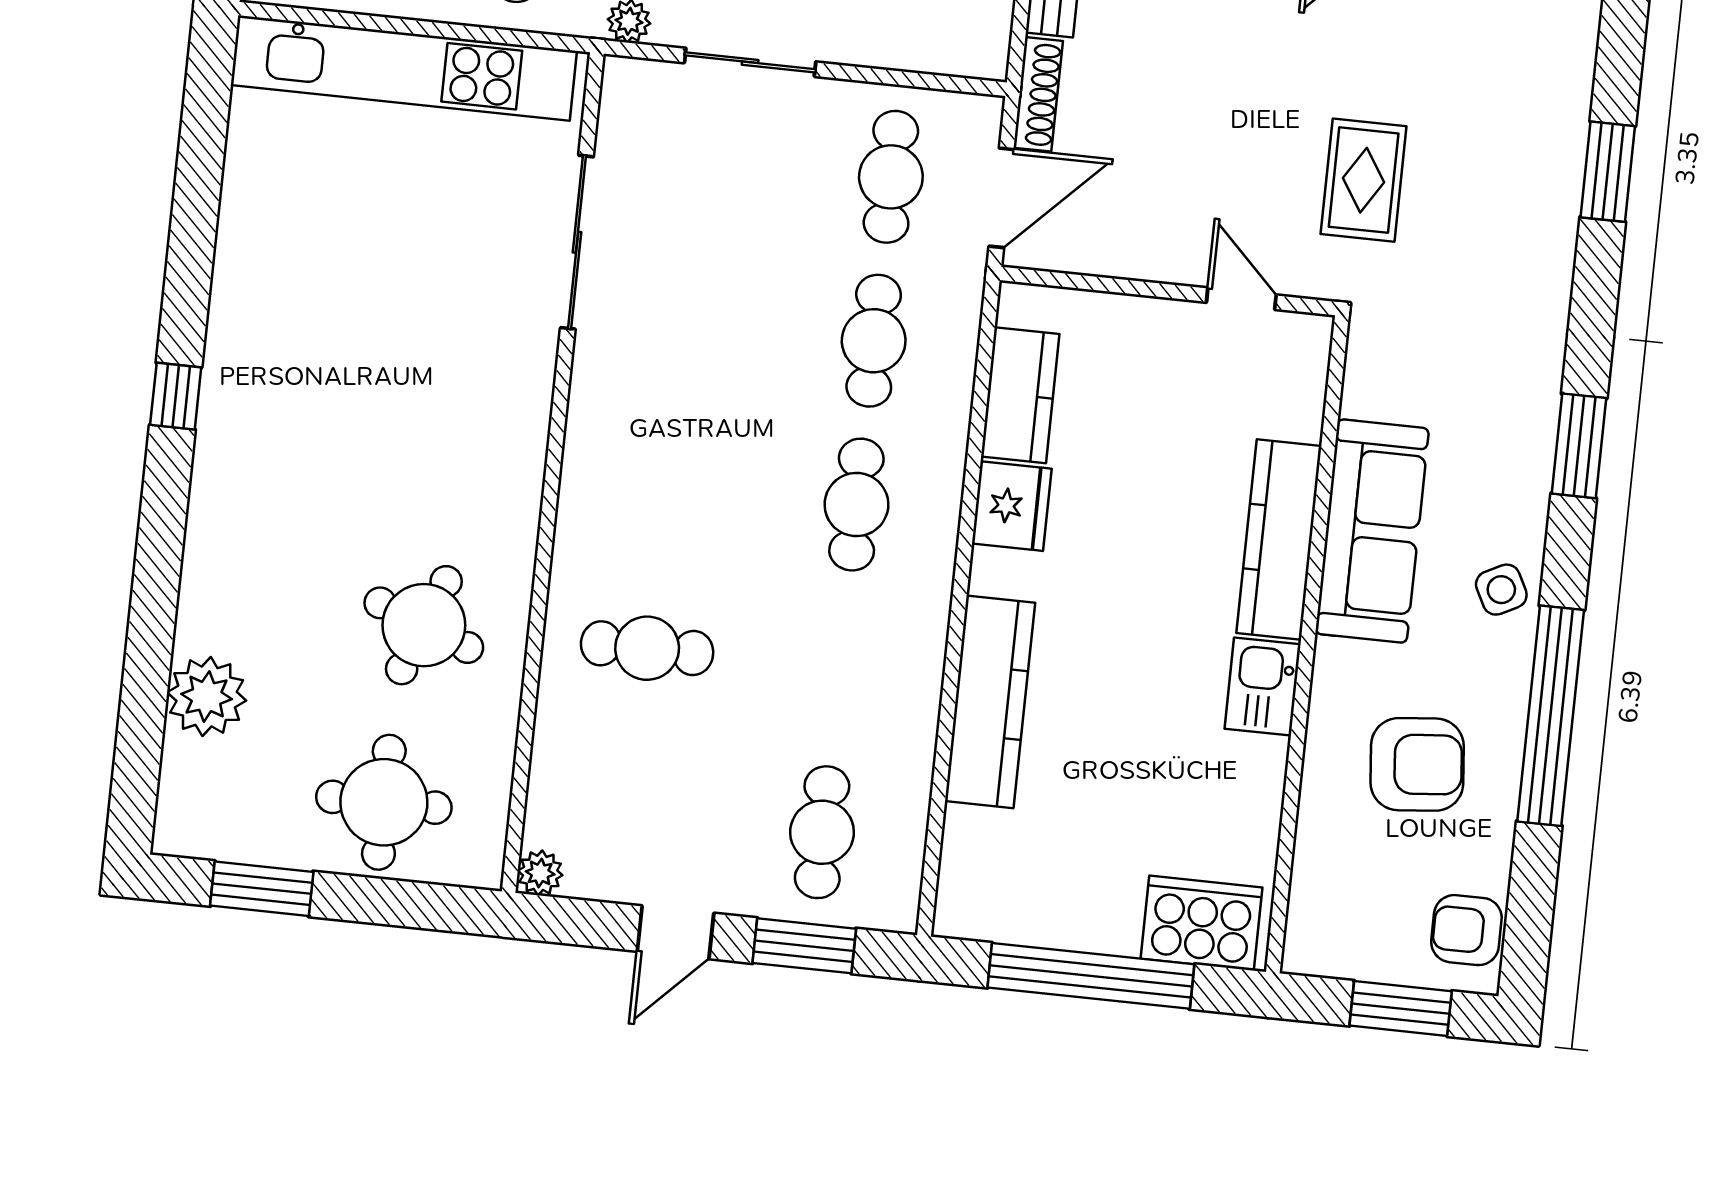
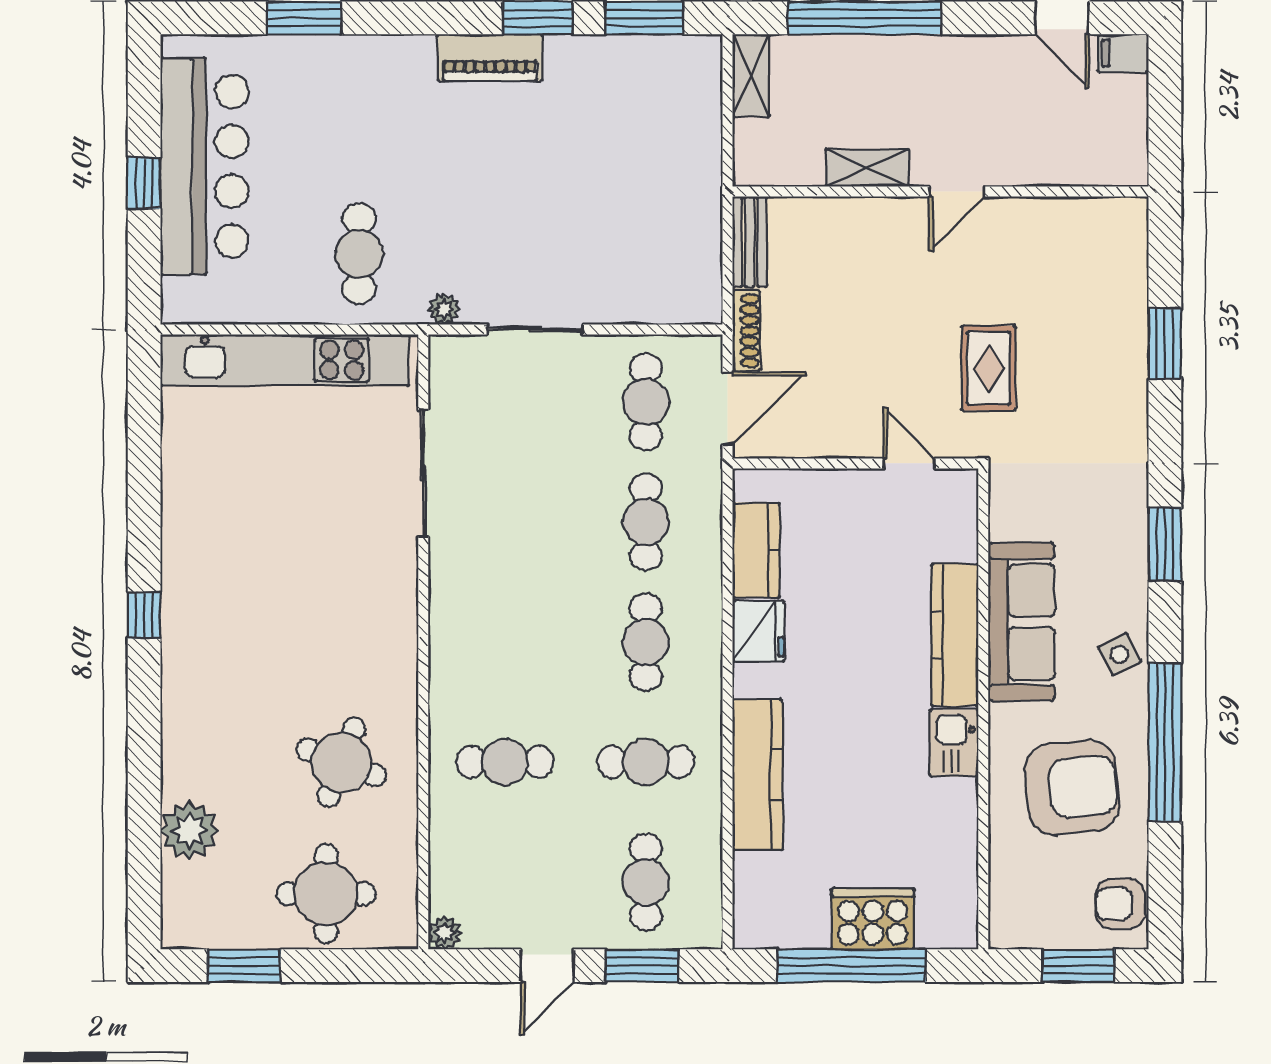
cafe table: (839, 668) -> (646, 762), added
armchair: (1417, 764) -> (1072, 788), width x1.36, depth x1.36
cooker: (1202, 923) -> (873, 919), moved

